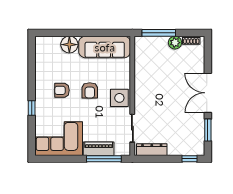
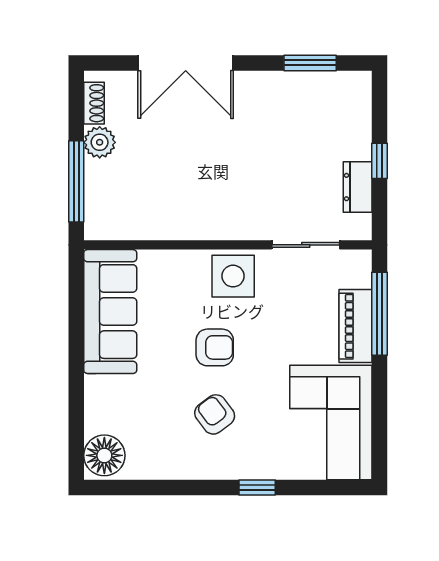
floor lamp: (69, 45) -> (104, 455), moved
armchair: (62, 90) -> (215, 414), turned 143
double door: (208, 93) -> (186, 63), moved
dresser: (152, 150) -> (358, 187), width x0.70
window: (190, 159) -> (379, 161), moved

